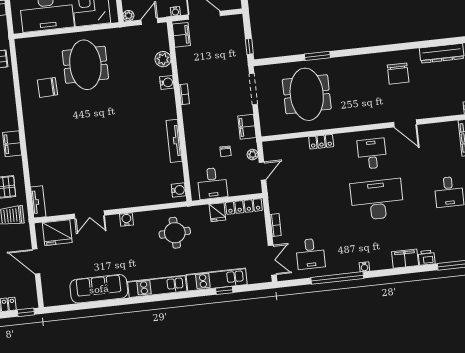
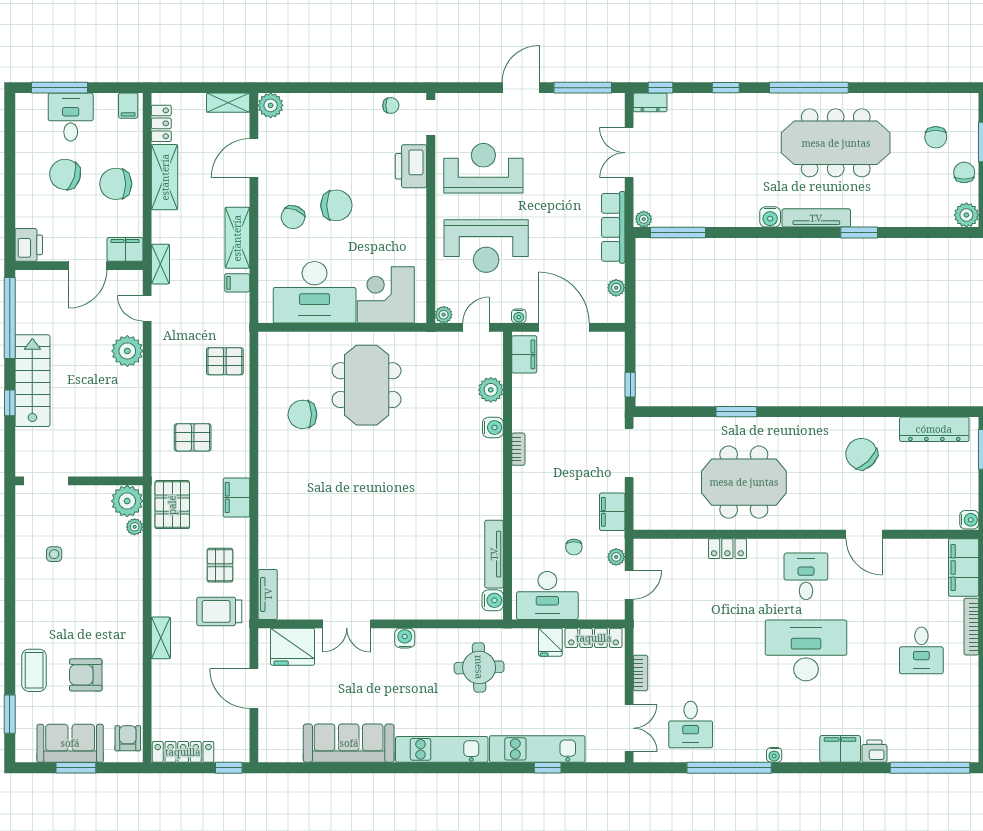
chair: (398, 74) -> (861, 454), turned 136
meeting table: (307, 94) -> (744, 482), moved, turned 90
tv unit: (174, 141) -> (494, 554), moved
desk: (212, 183) -> (547, 595), width x1.37

